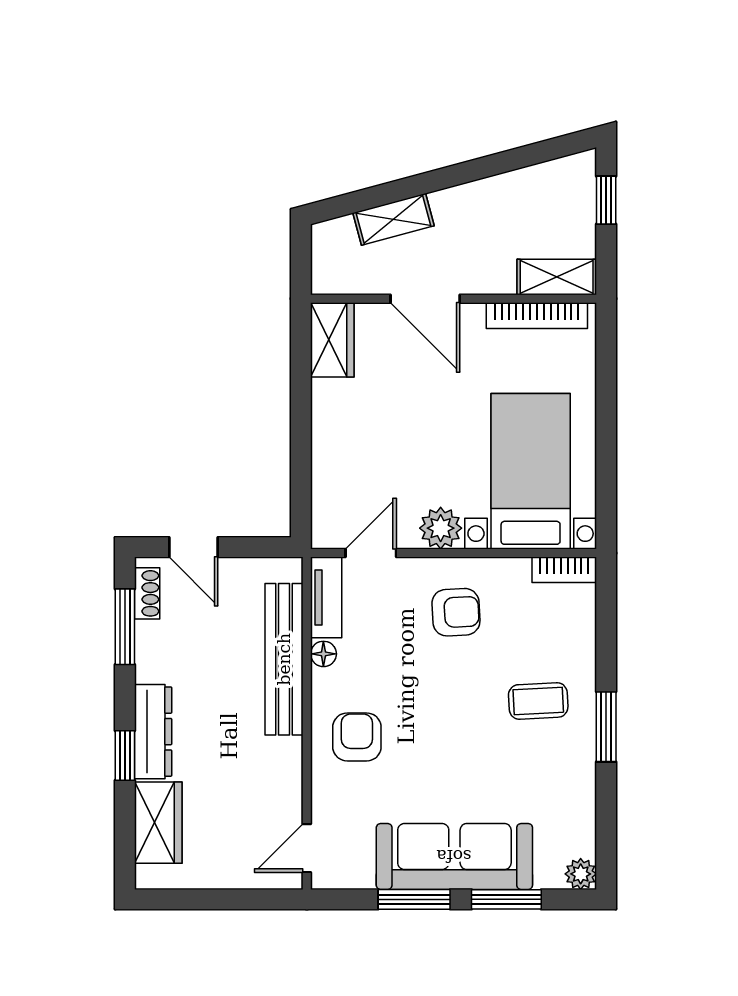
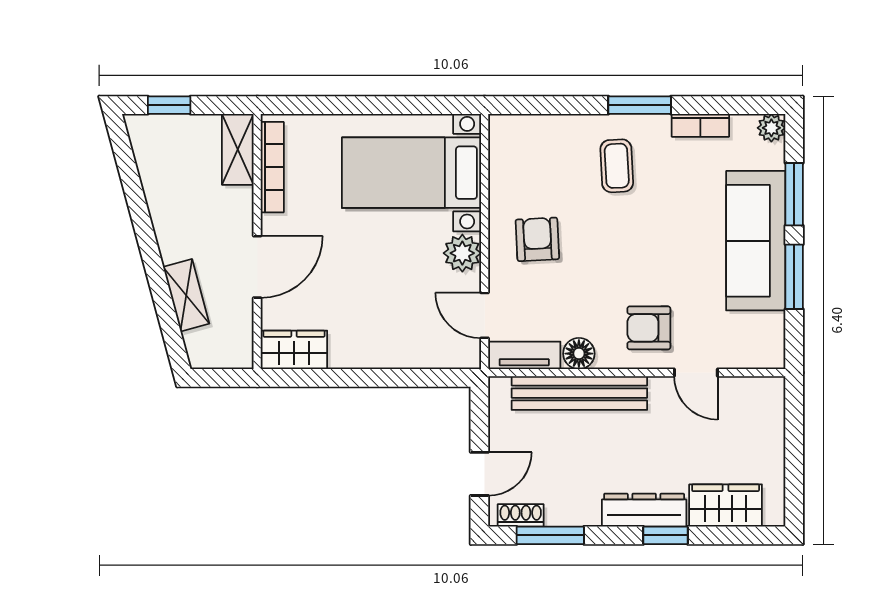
bookcase: (564, 570) -> (700, 125), moved, turned 90
floor lamp: (323, 654) -> (579, 354), width x1.37, depth x1.37
door: (307, 848) -> (696, 373), moved

